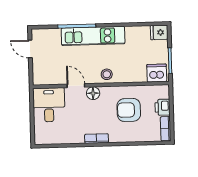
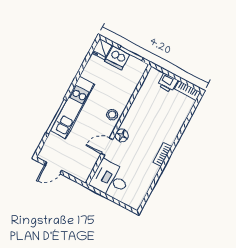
dishwasher: (157, 73) -> (117, 58), moved, turned -90
armchair: (129, 110) -> (154, 113), removed

